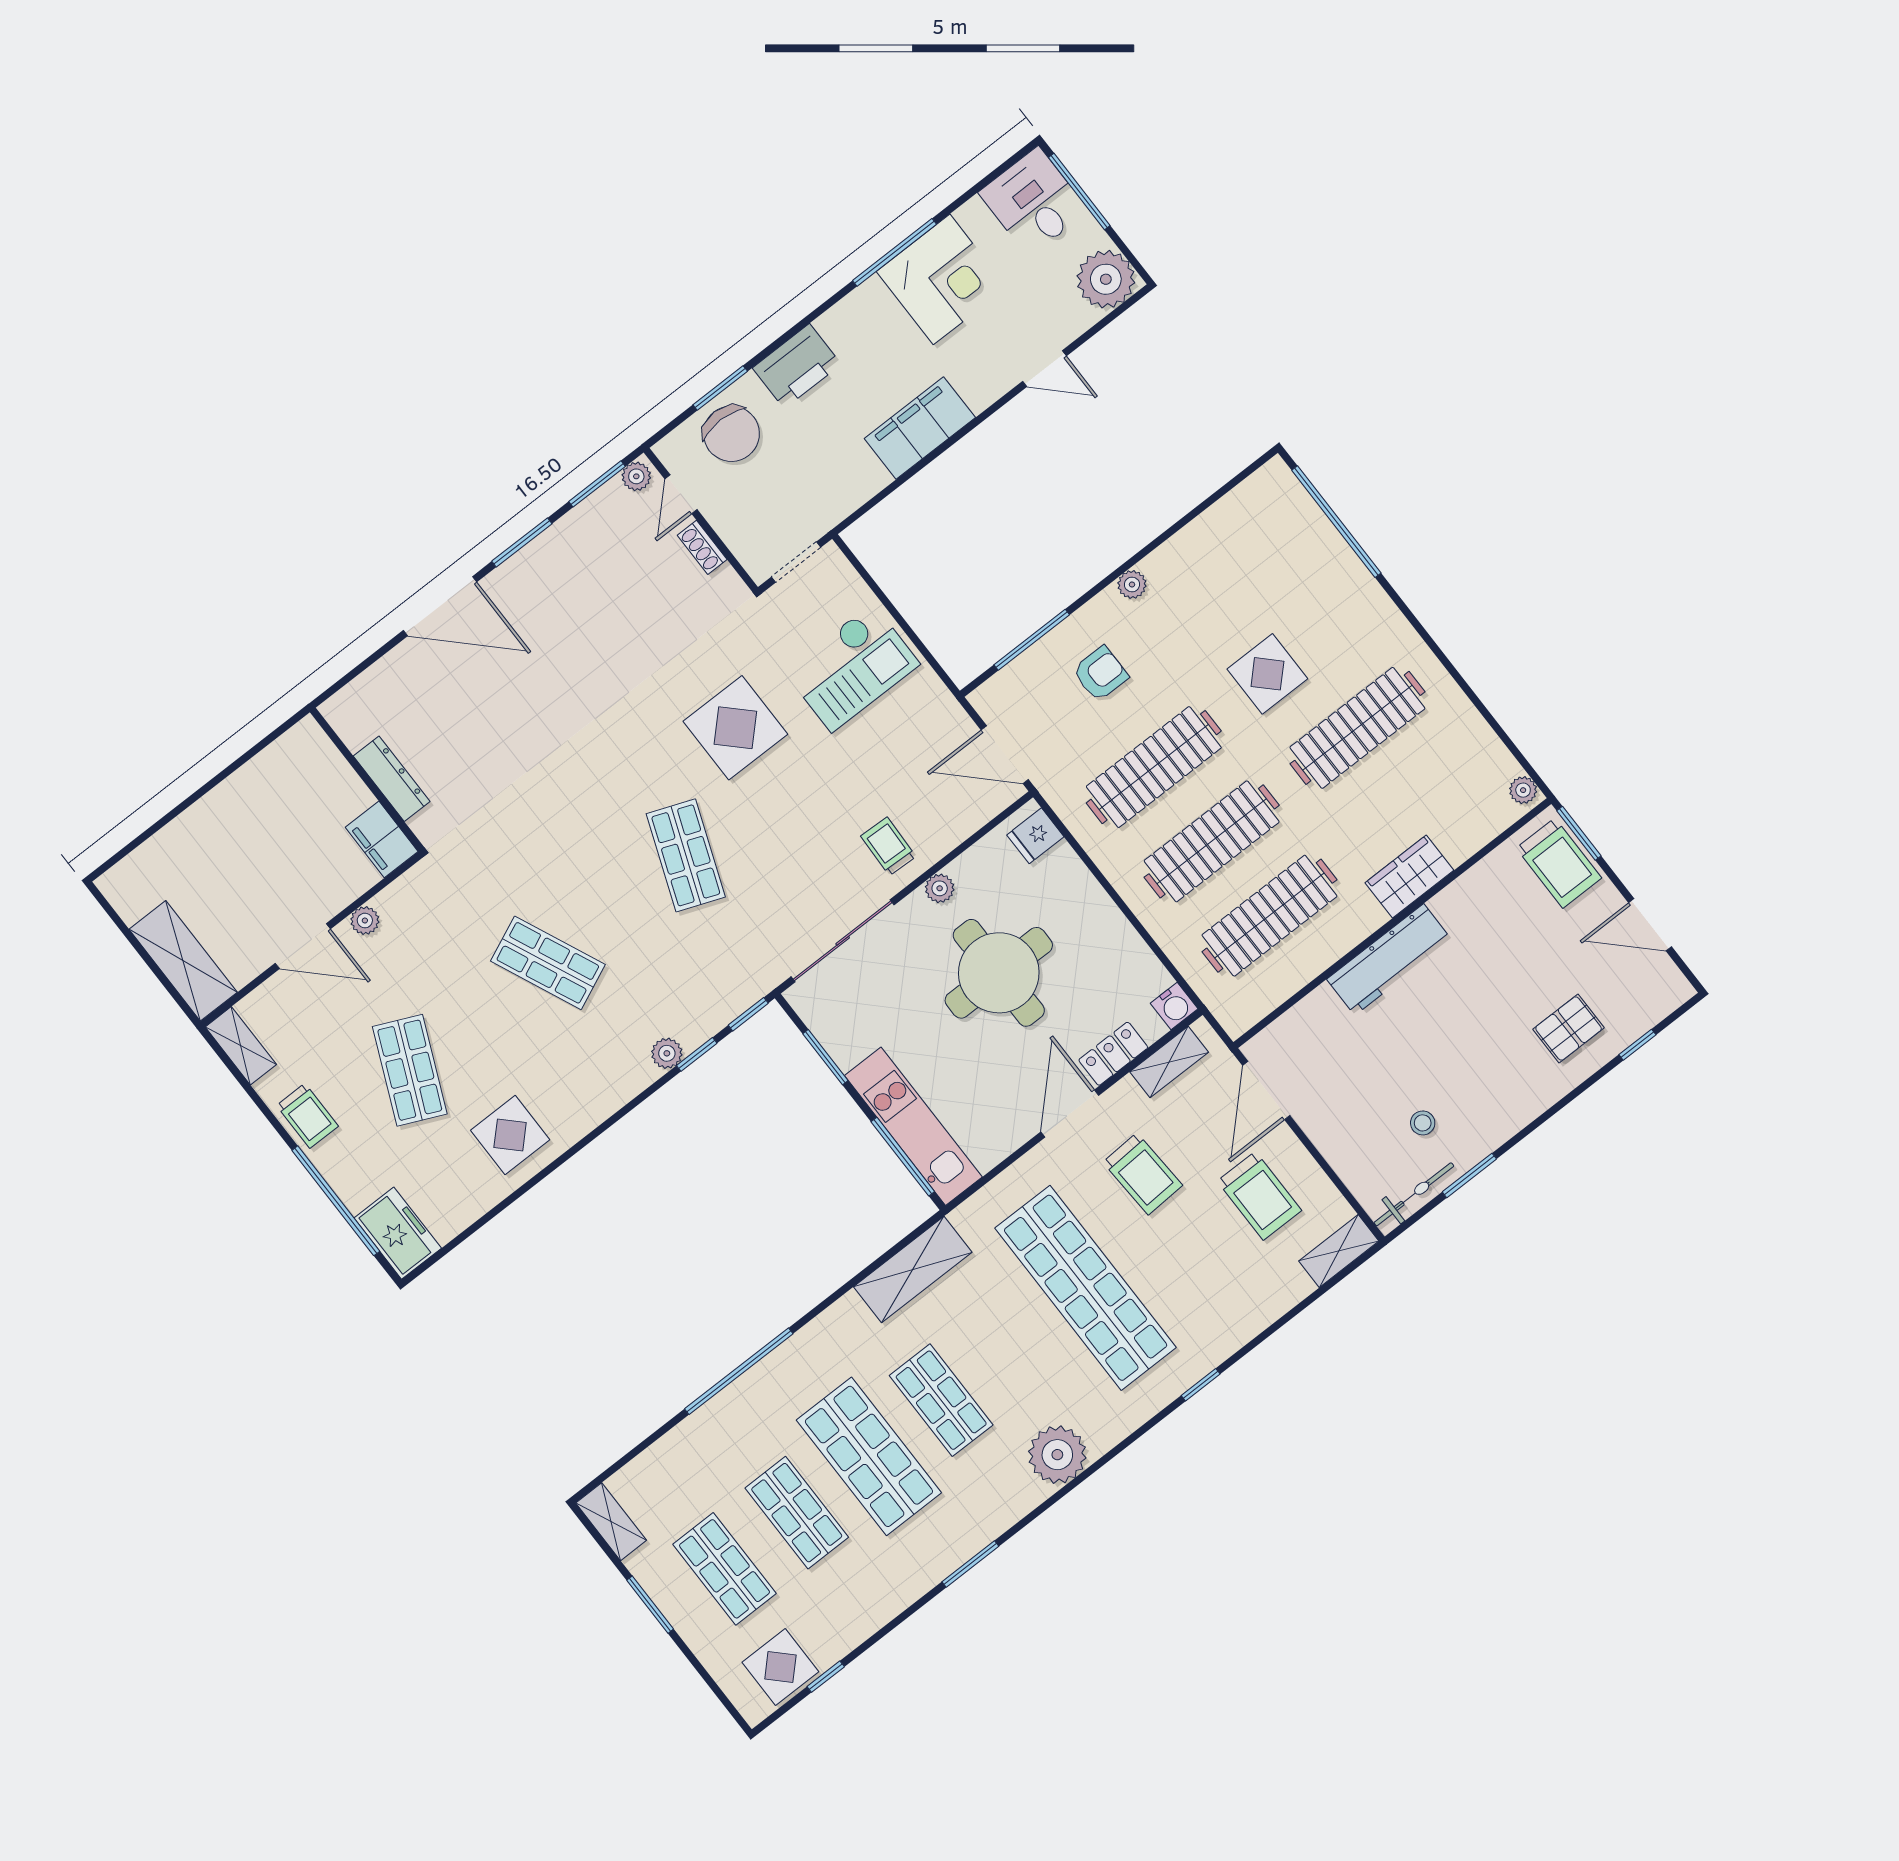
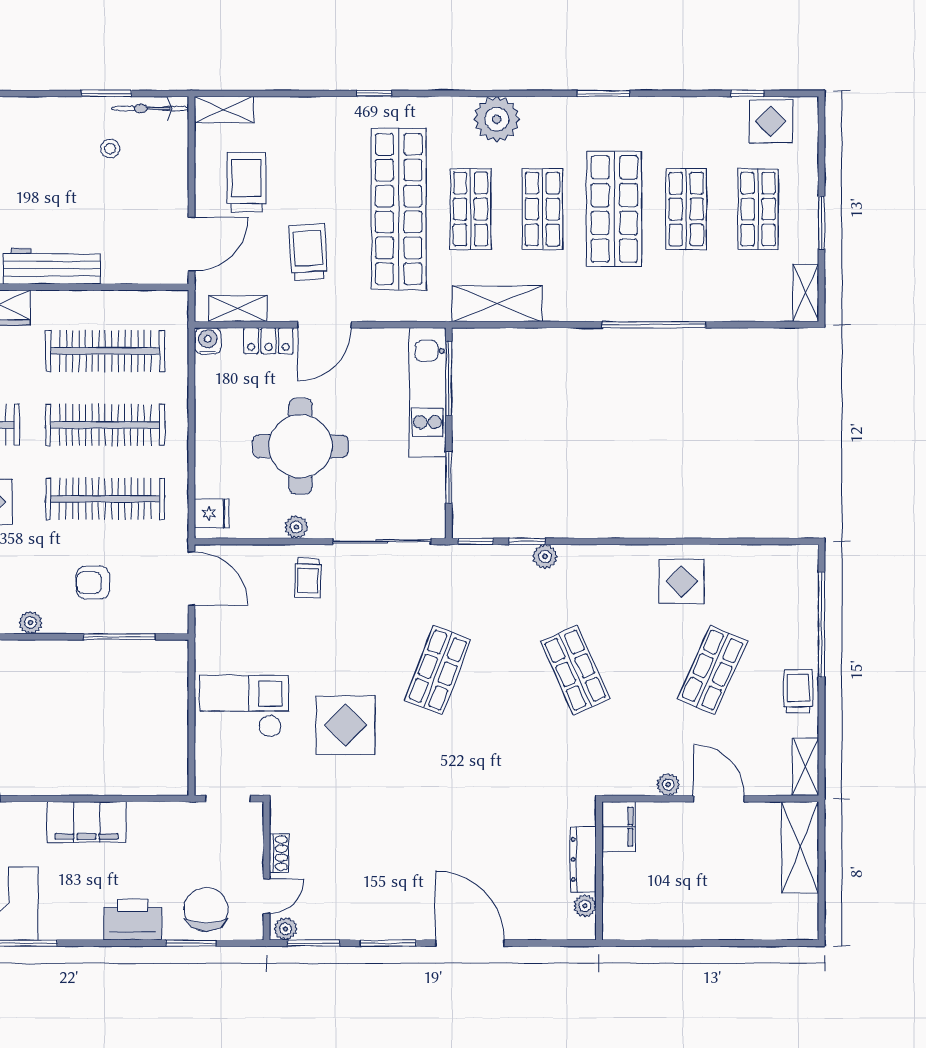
plant: (354, 734) -> (585, 906), added
freezer: (398, 1233) -> (799, 575), removed
shop shelf: (1013, 1344) -> (471, 209), added

